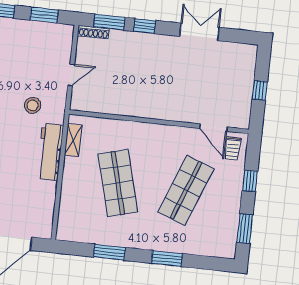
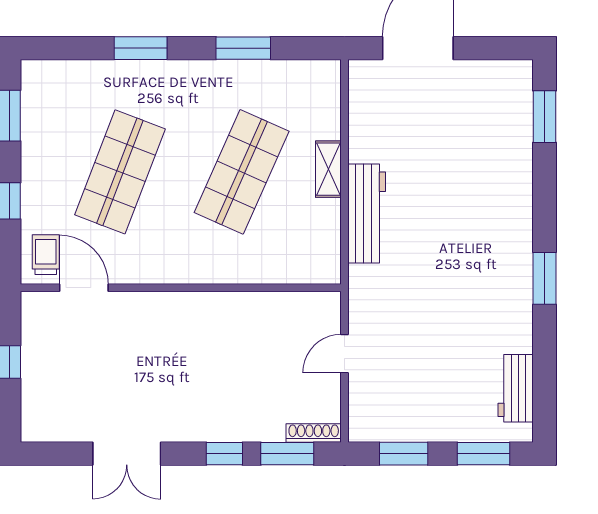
stool: (33, 105) -> (407, 292), removed
shelving: (73, 140) -> (328, 169), moved
shop shelf: (118, 183) -> (242, 172), turned 39

